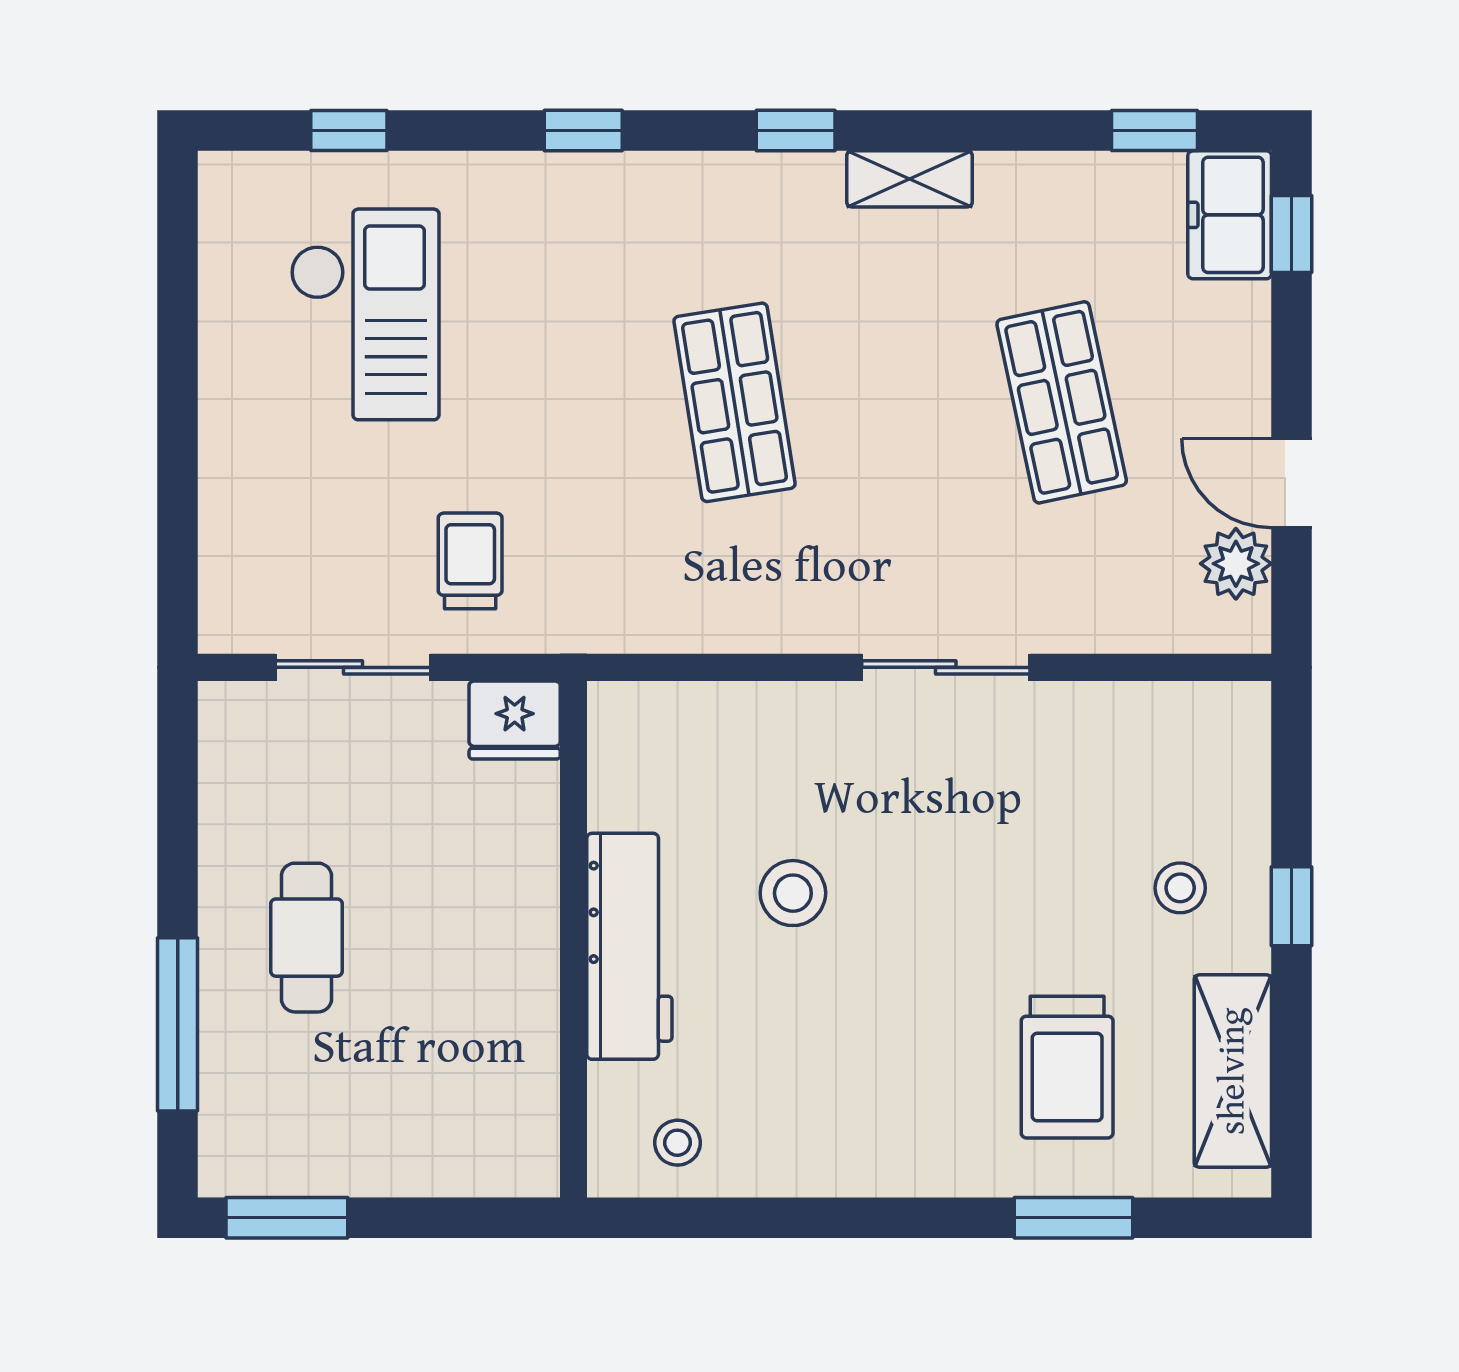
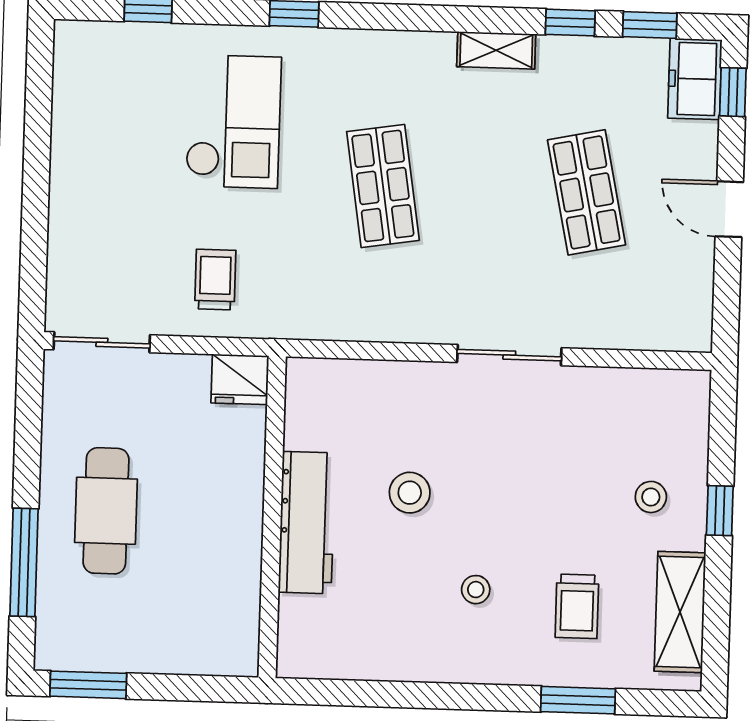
window: (796, 131) -> (570, 23), moved
checkout: (365, 314) -> (233, 121), moved
door: (1291, 483) -> (729, 209), moved
plant: (1236, 564) -> (692, 296), removed
sliding door: (353, 667) -> (102, 342), moved
cafe table: (306, 938) -> (106, 511), width x1.37, depth x1.35
trolley: (1067, 1067) -> (577, 606), width x0.73, depth x0.72
stool: (678, 1143) -> (476, 590), moved

